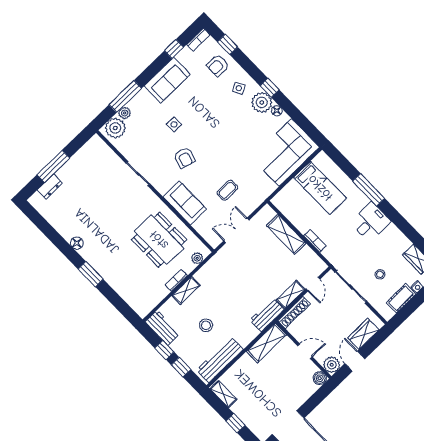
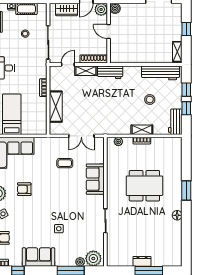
armchair: (185, 158) -> (24, 189), moved, turned -107
dresser: (50, 187) -> (142, 261), moved
dining table: (159, 240) -> (144, 186), moved, turned 90
shelving: (266, 343) -> (126, 57), removed

